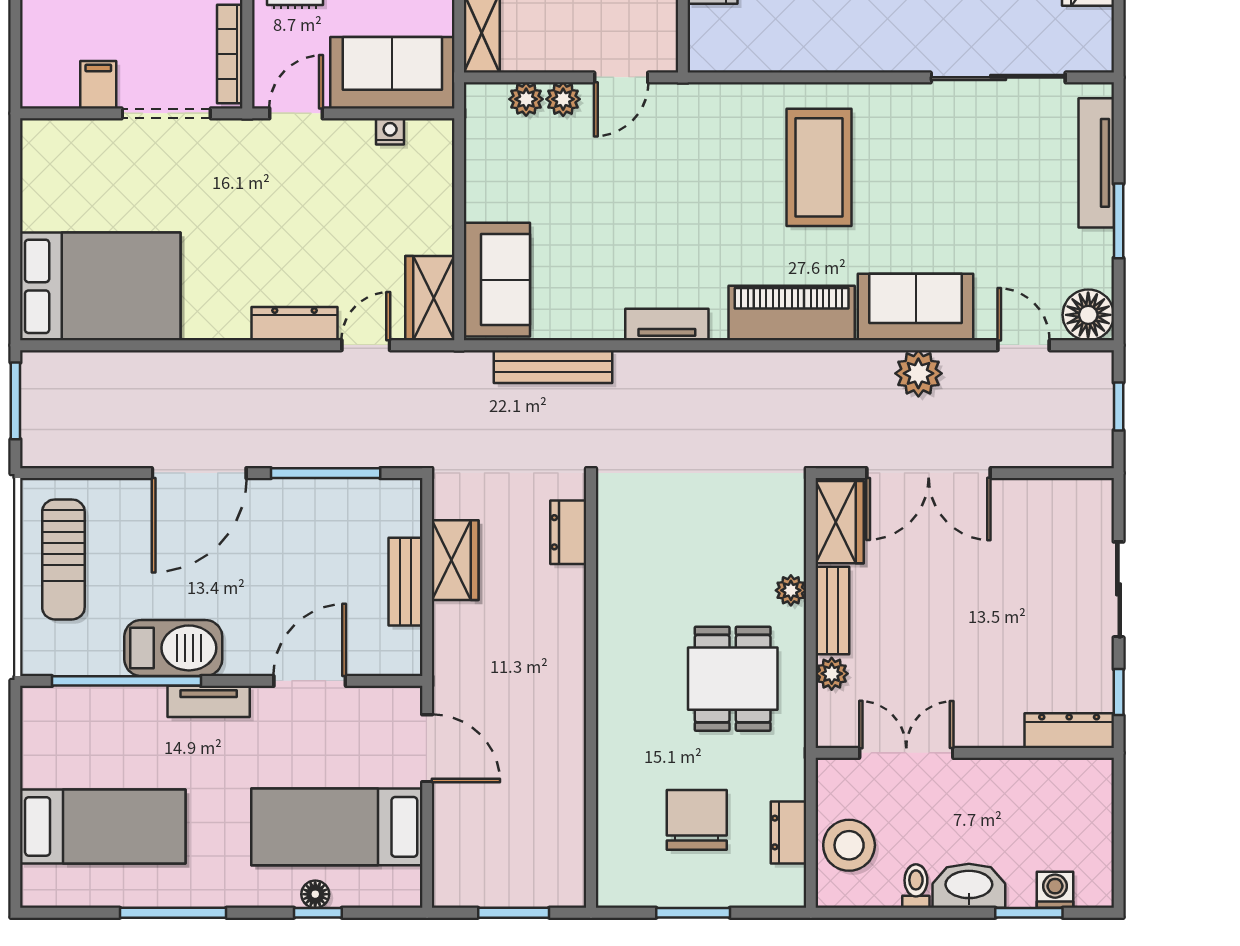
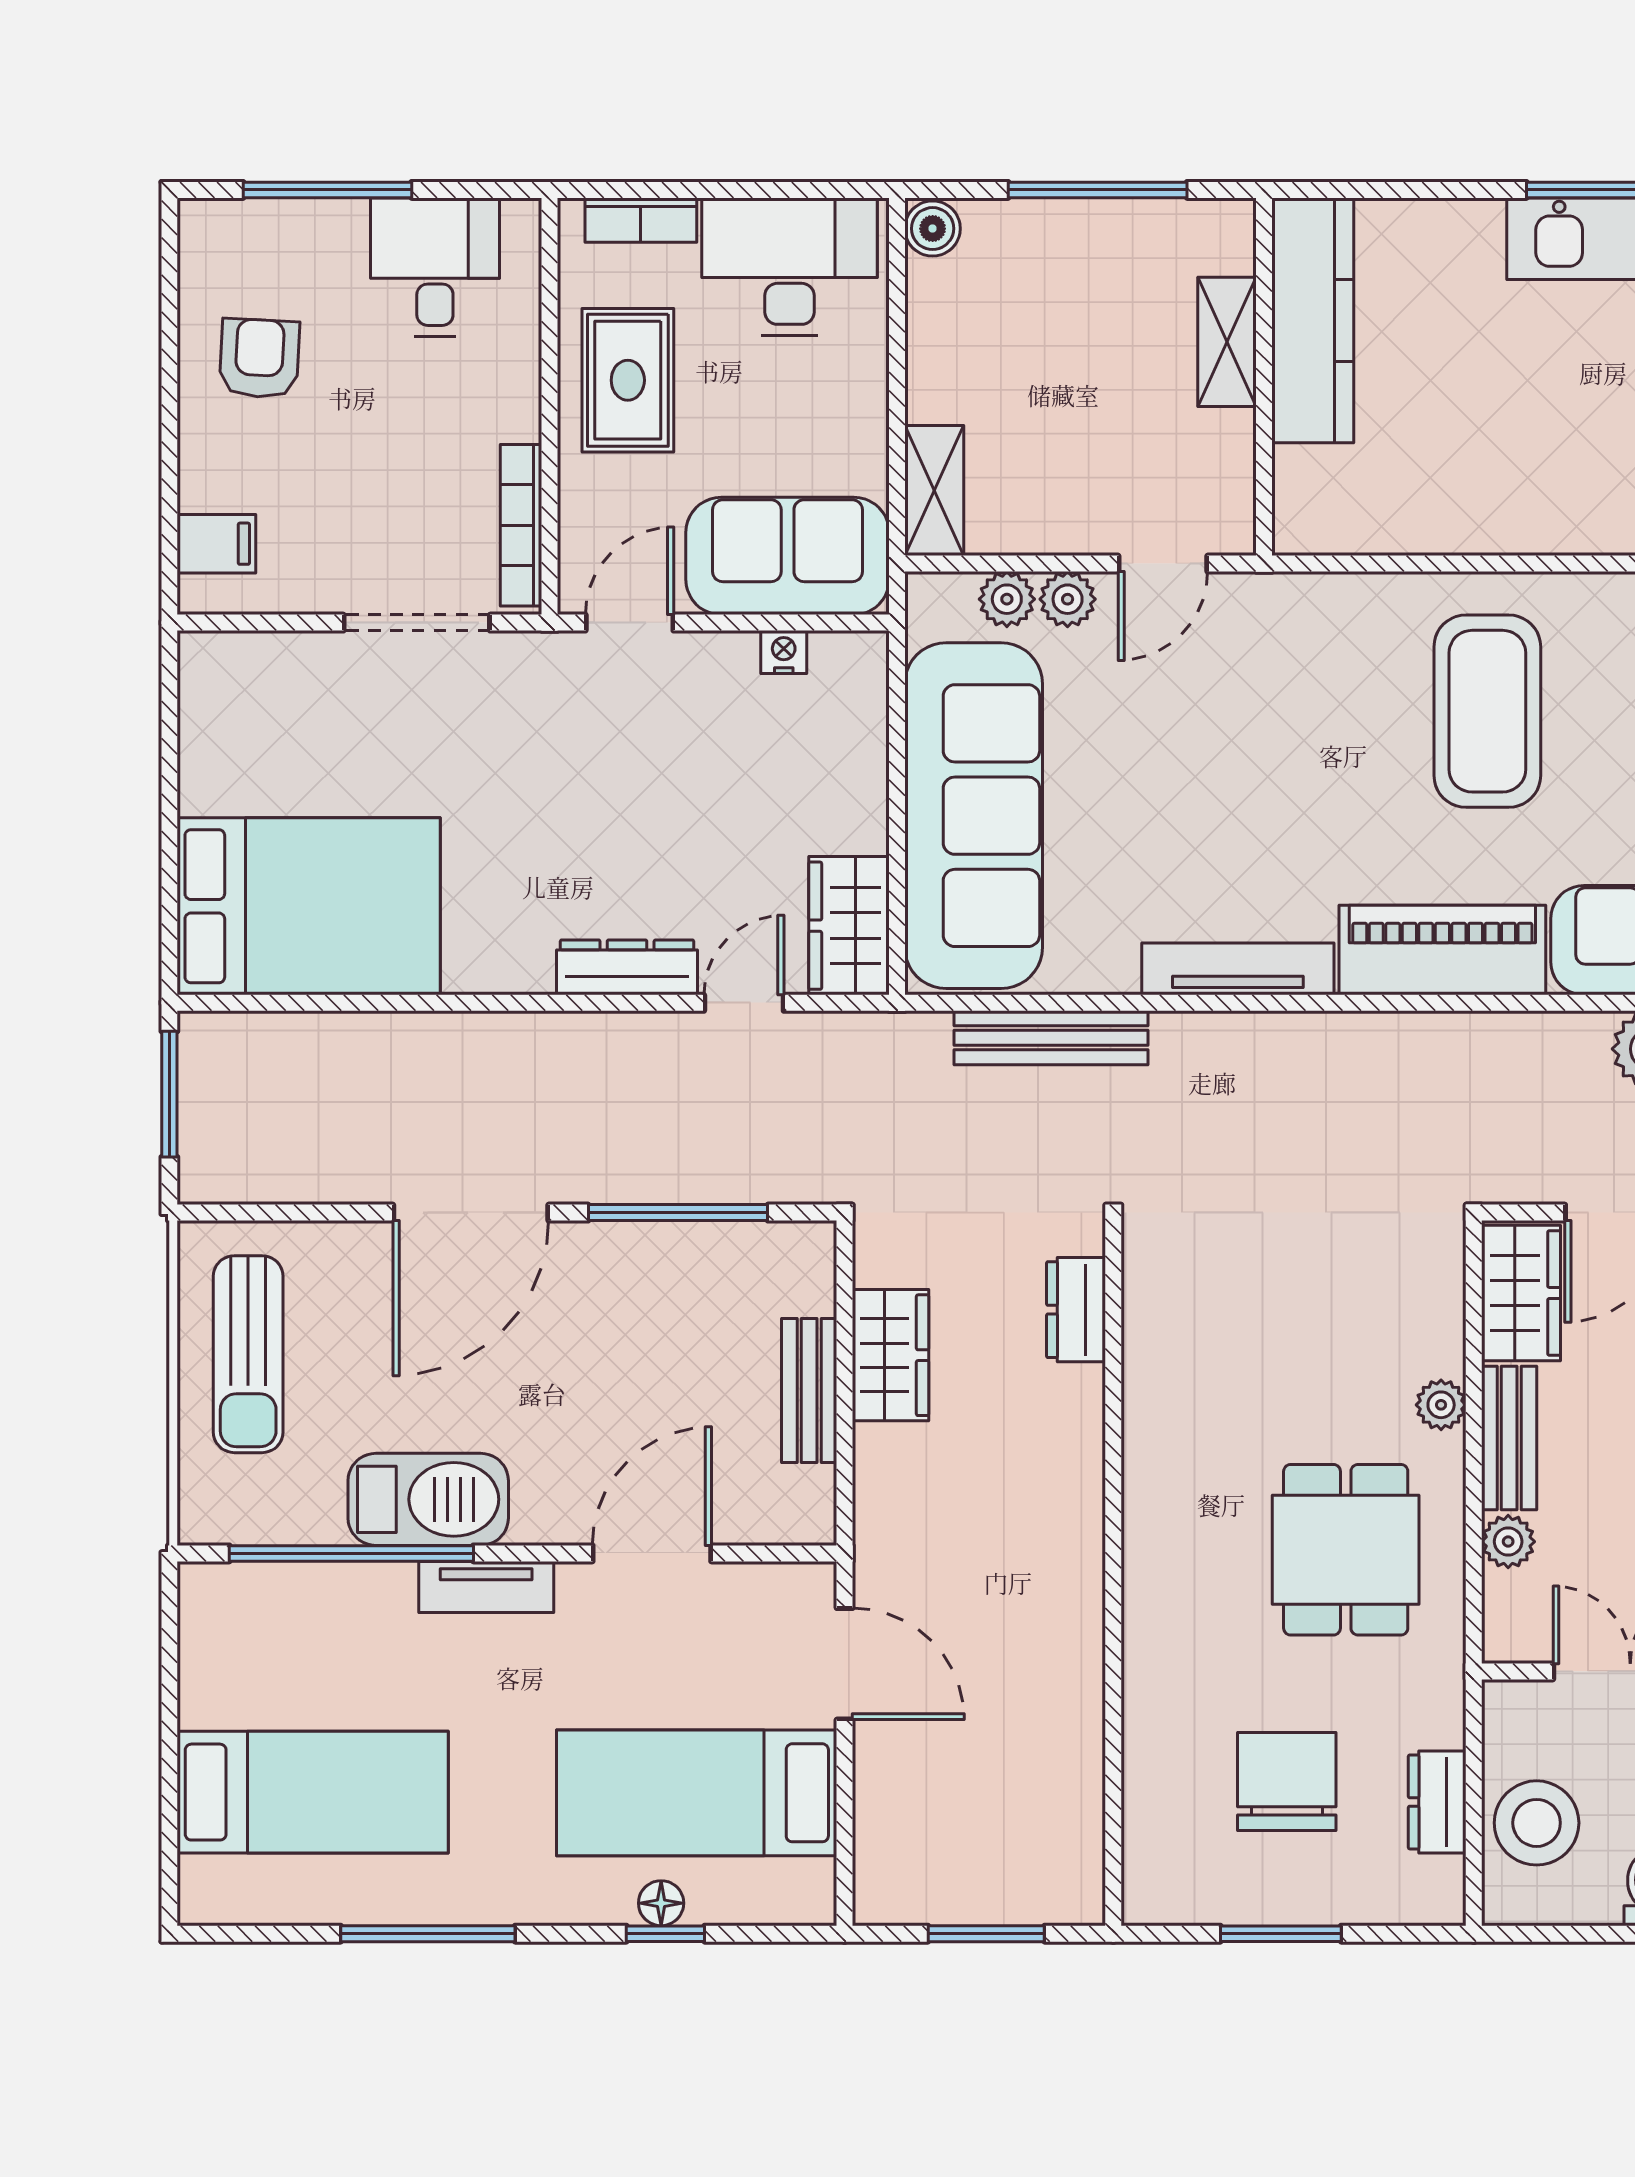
filing cabinet: (98, 85) -> (216, 544), moved, turned 90
sofa: (497, 280) -> (974, 816), width x1.85, depth x1.27
tv unit: (667, 325) -> (1238, 969), width x1.41

